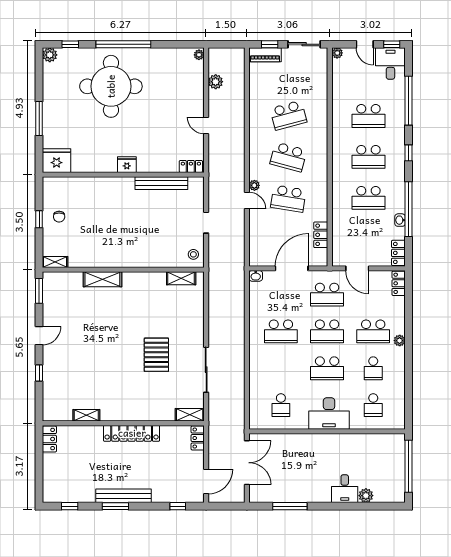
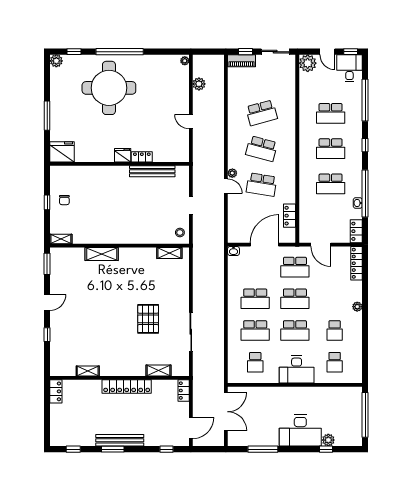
plant: (337, 53) -> (308, 63), width x1.88, depth x1.88
locker: (191, 166) -> (142, 157), moved
locker: (399, 283) -> (357, 263), width x1.53
school desk: (373, 331) -> (255, 331), moved
shelving: (190, 415) -> (159, 370), moved
desk: (345, 489) -> (300, 431), width x1.87, depth x1.30
window: (363, 506) -> (326, 449), added

